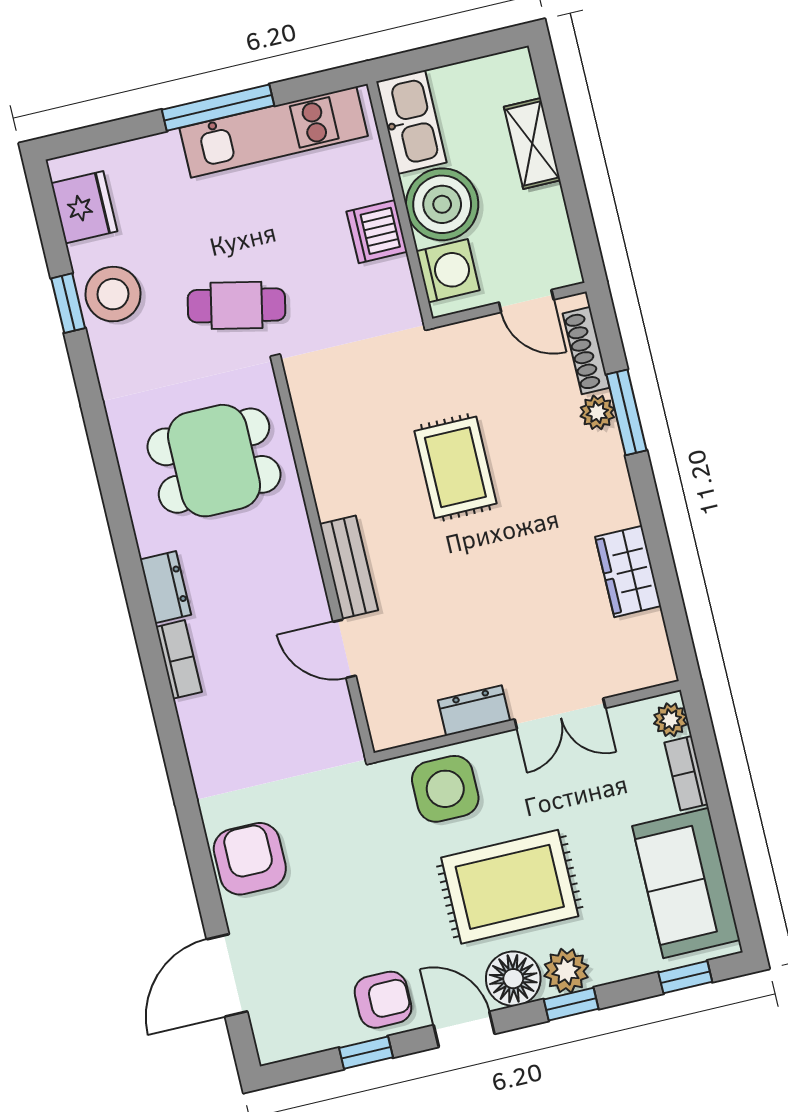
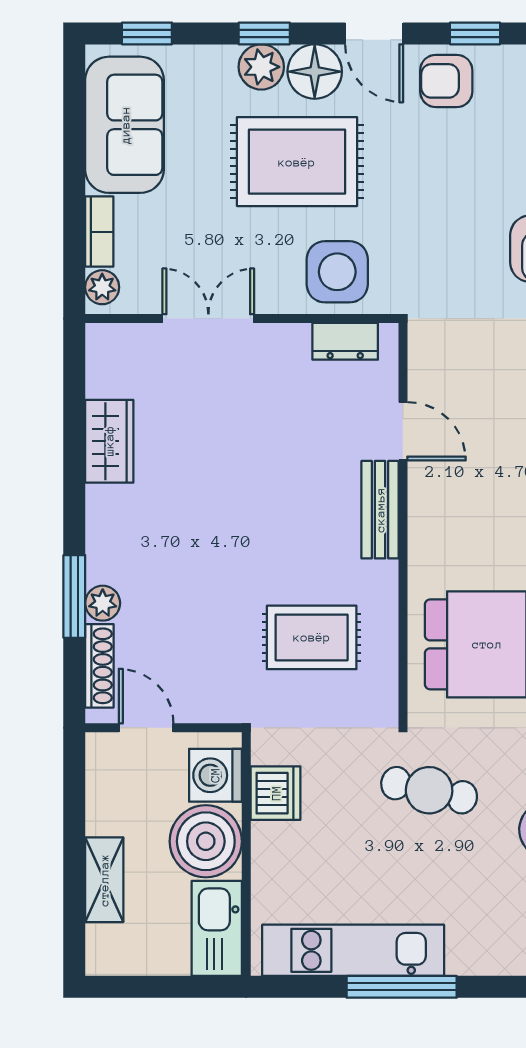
dishwasher: (377, 232) -> (276, 793), moved
rug: (455, 467) -> (312, 637), moved, turned 90
dresser: (474, 711) -> (345, 341), moved

